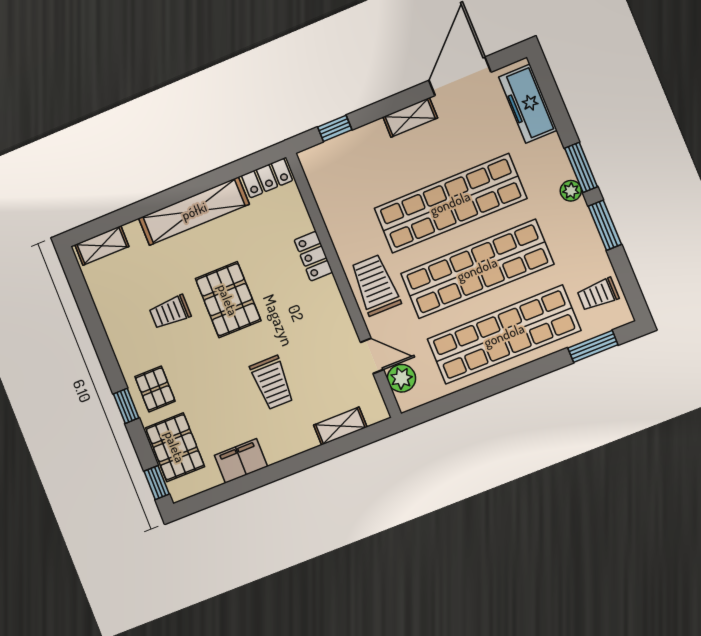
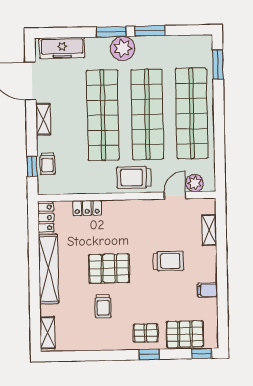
plant: (571, 191) -> (123, 48), width x1.88, depth x1.88
locker: (313, 256) -> (87, 208), moved
trolley: (598, 294) -> (47, 164), moved
filing cabinet: (241, 461) -> (208, 290), width x0.50

